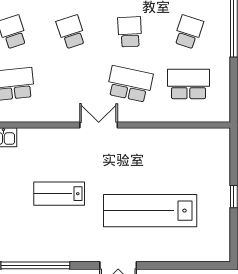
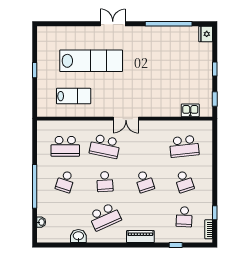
lab bench: (59, 194) -> (74, 96), moved

